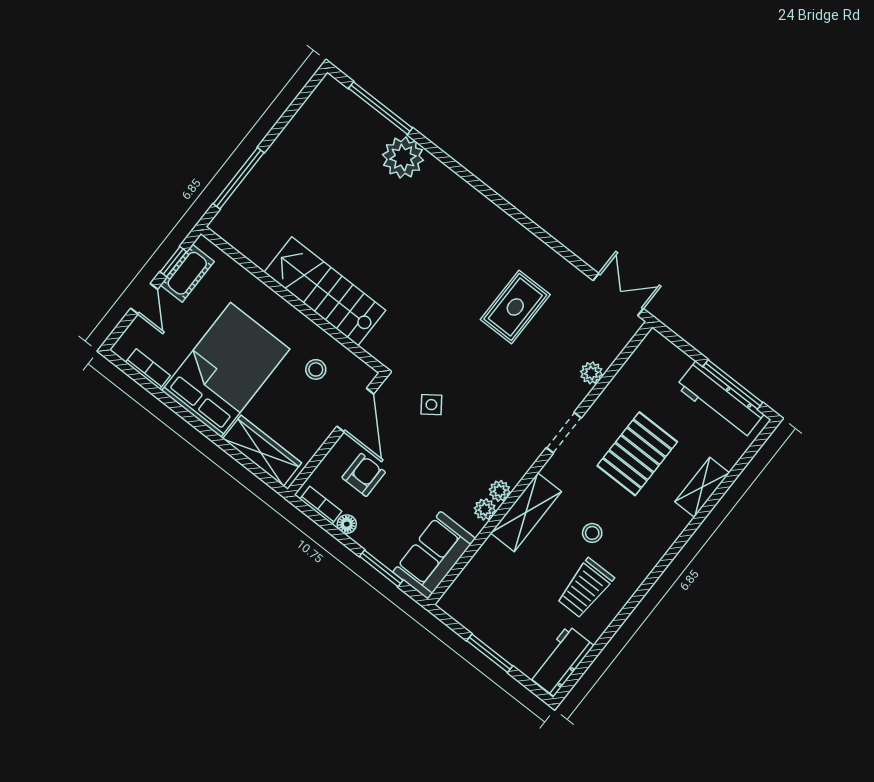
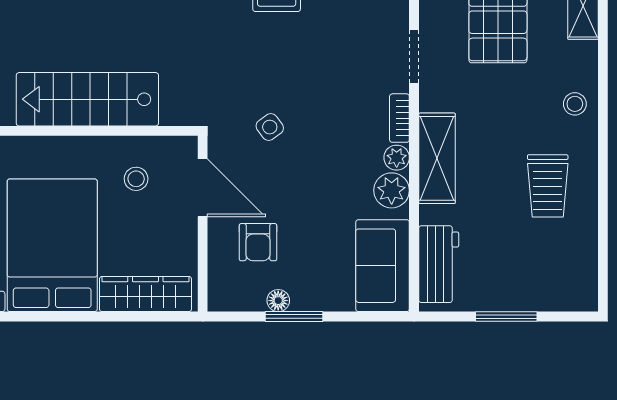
armchair: (364, 475) -> (258, 242), turned 180
bookcase: (321, 505) -> (399, 118), moved, turned -90
plant: (485, 509) -> (392, 190), width x1.38, depth x1.38
stool: (592, 533) -> (575, 104), moved
window: (381, 568) -> (294, 317), moved
workbench: (561, 661) -> (439, 264), moved, turned 180

